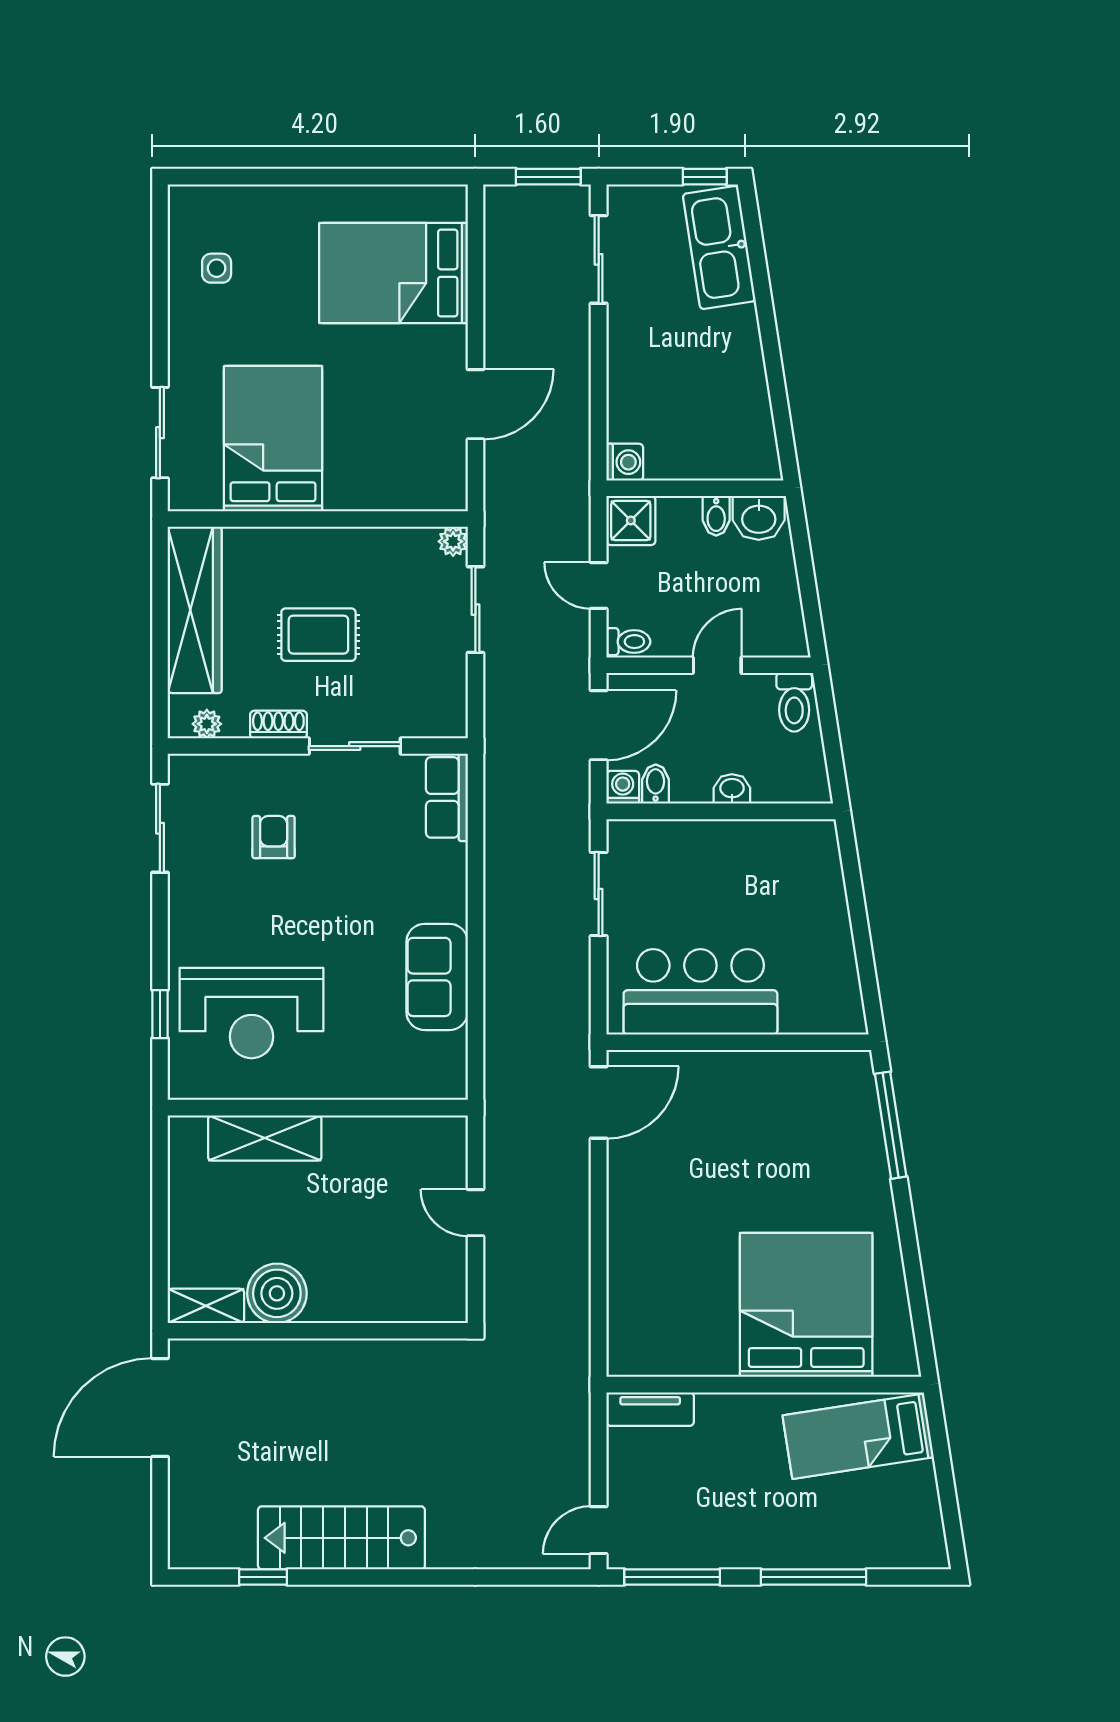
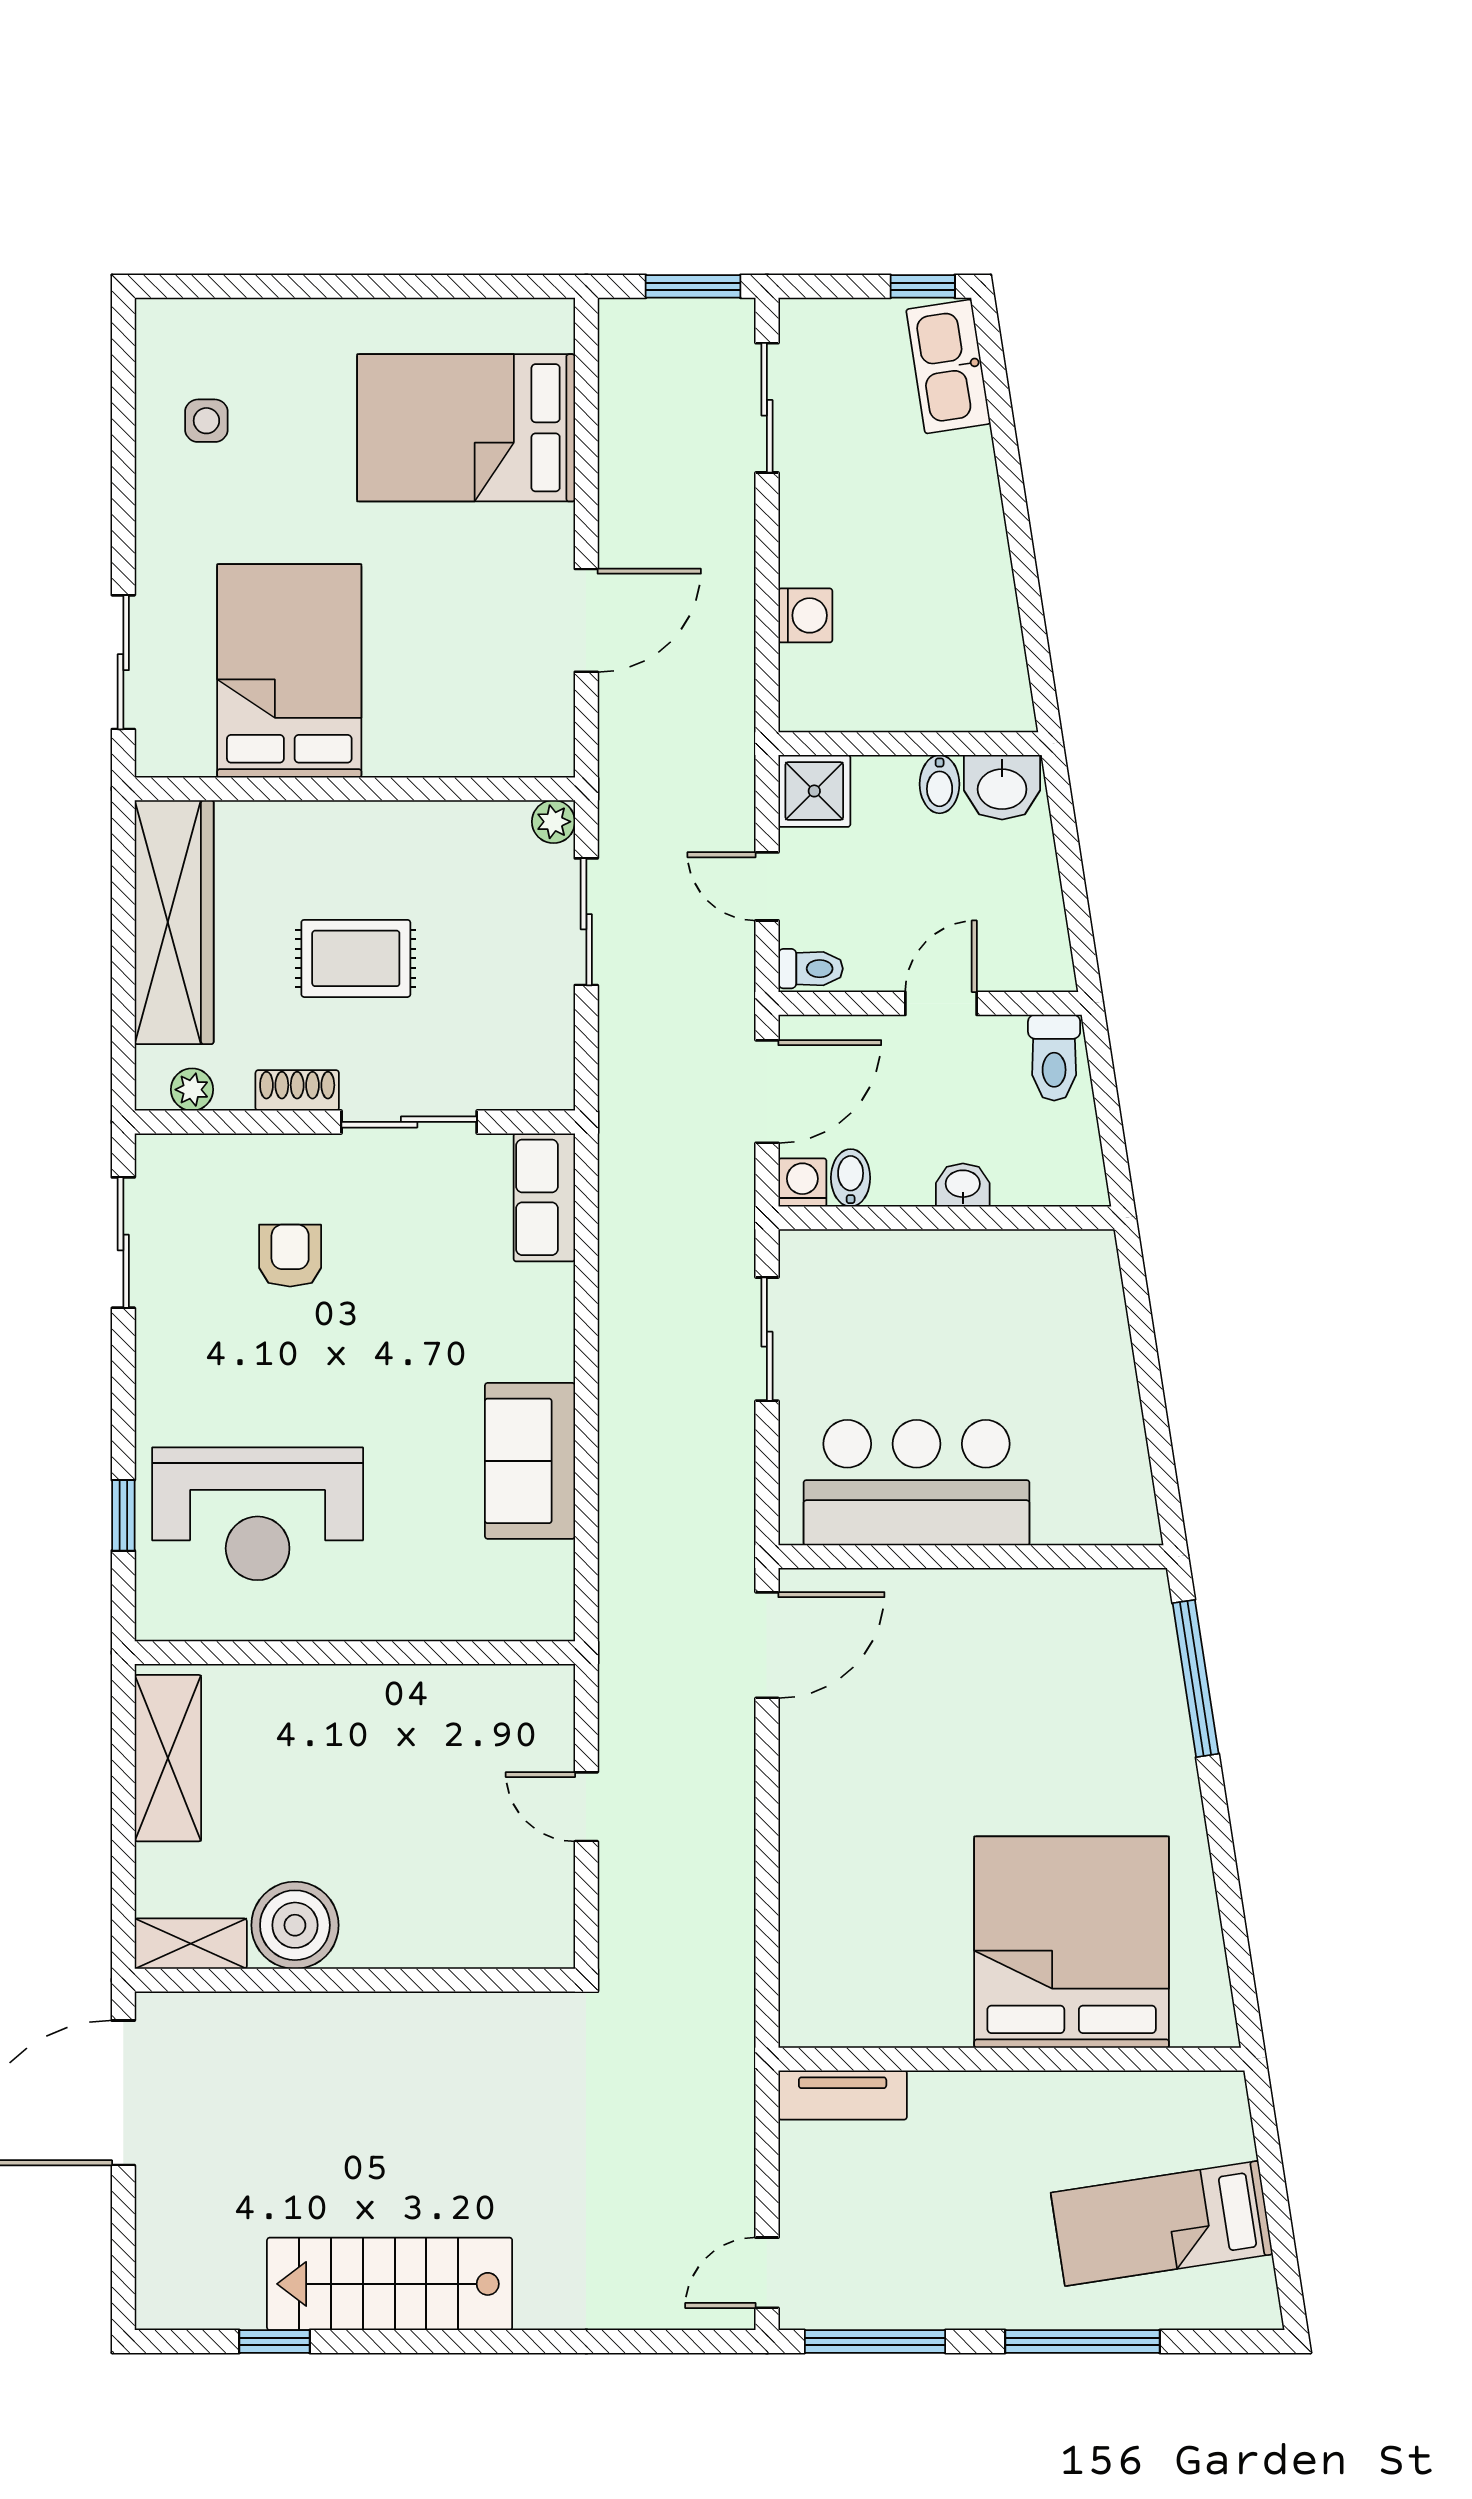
kitchen sink: (719, 247) -> (948, 366), width x0.73, depth x0.81
washing machine: (625, 462) -> (805, 615), moved
shelving: (265, 1138) -> (168, 1758), moved, turned 90
bed: (858, 1436) -> (1162, 2223), moved

